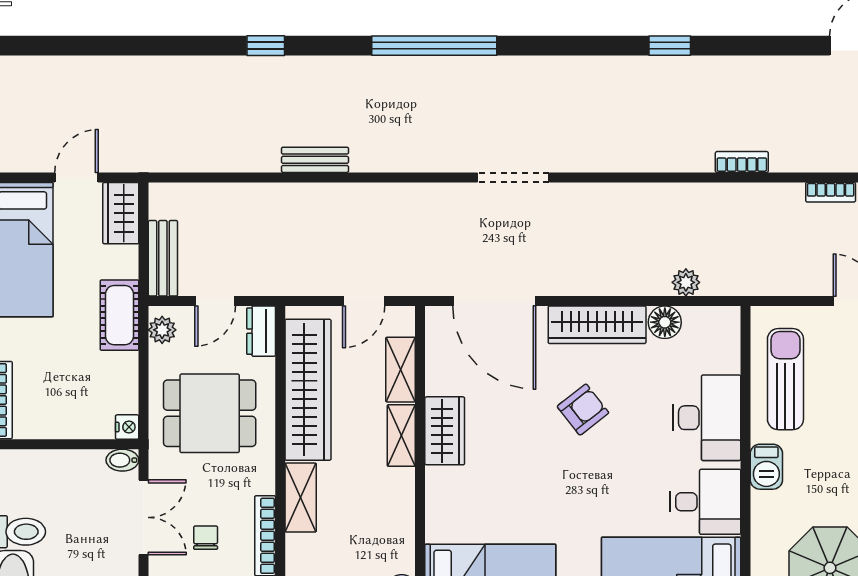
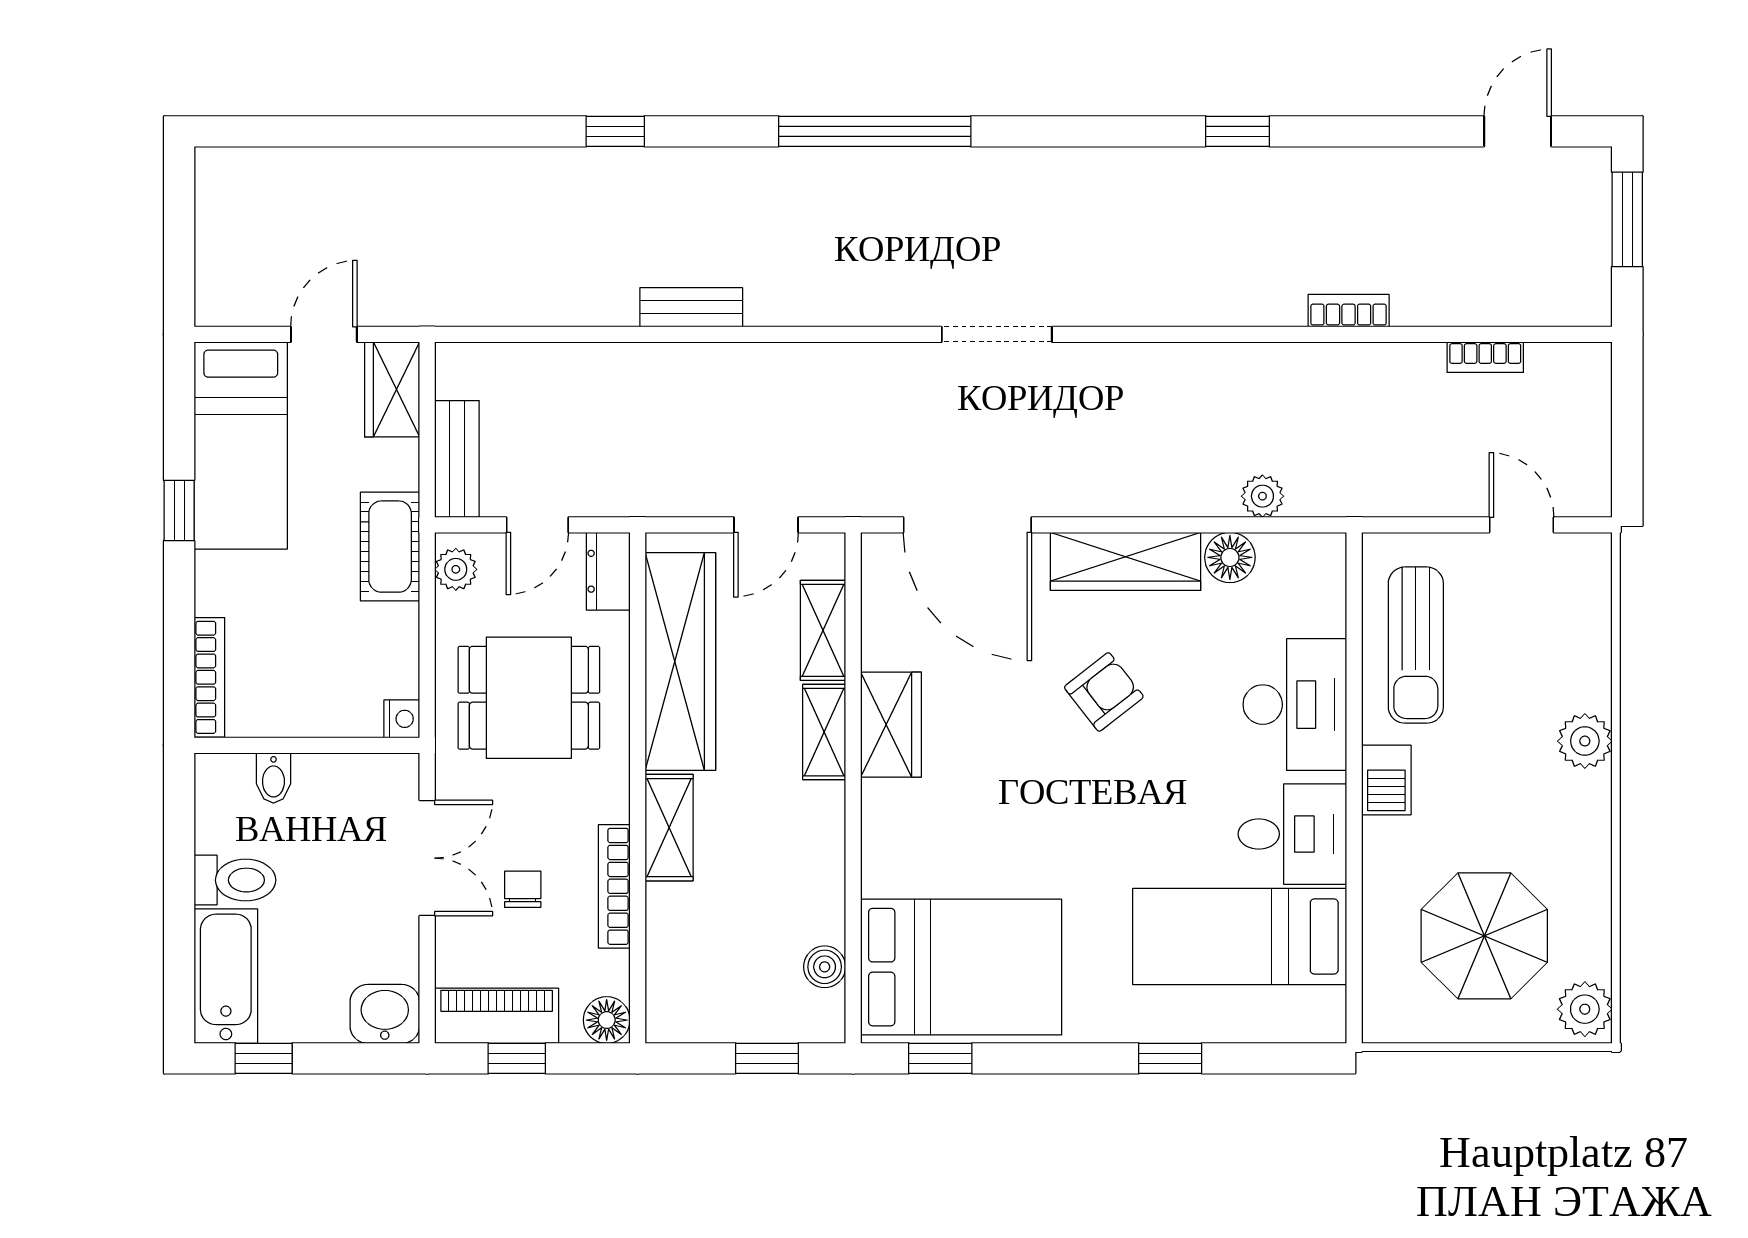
sun lounger: (785, 379) -> (1416, 645), turned 180
bidet: (122, 460) -> (273, 778), moved, turned -90

